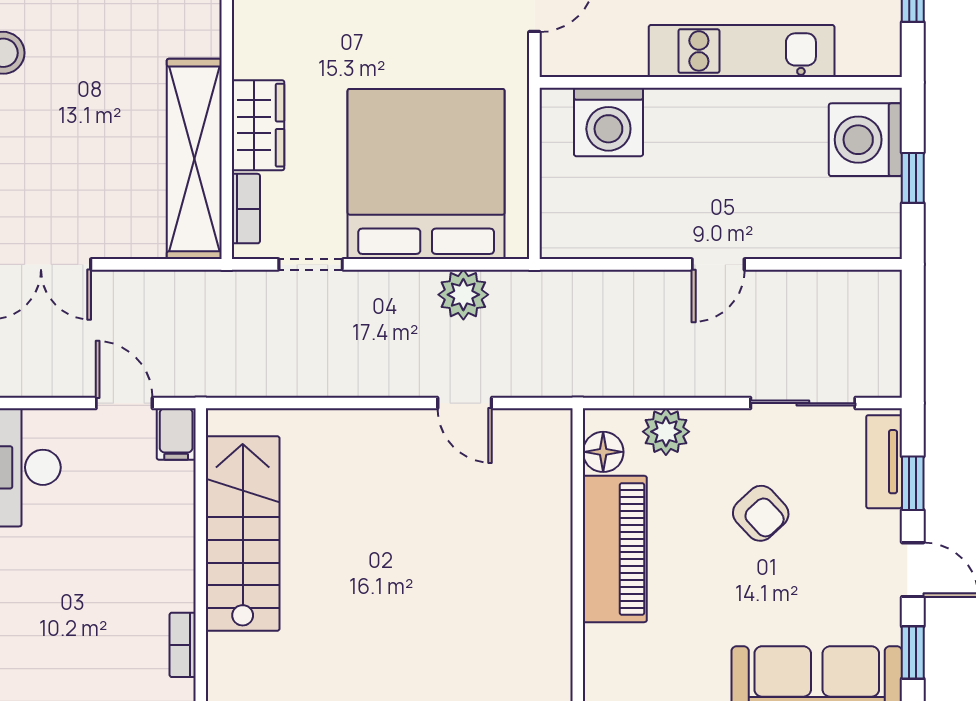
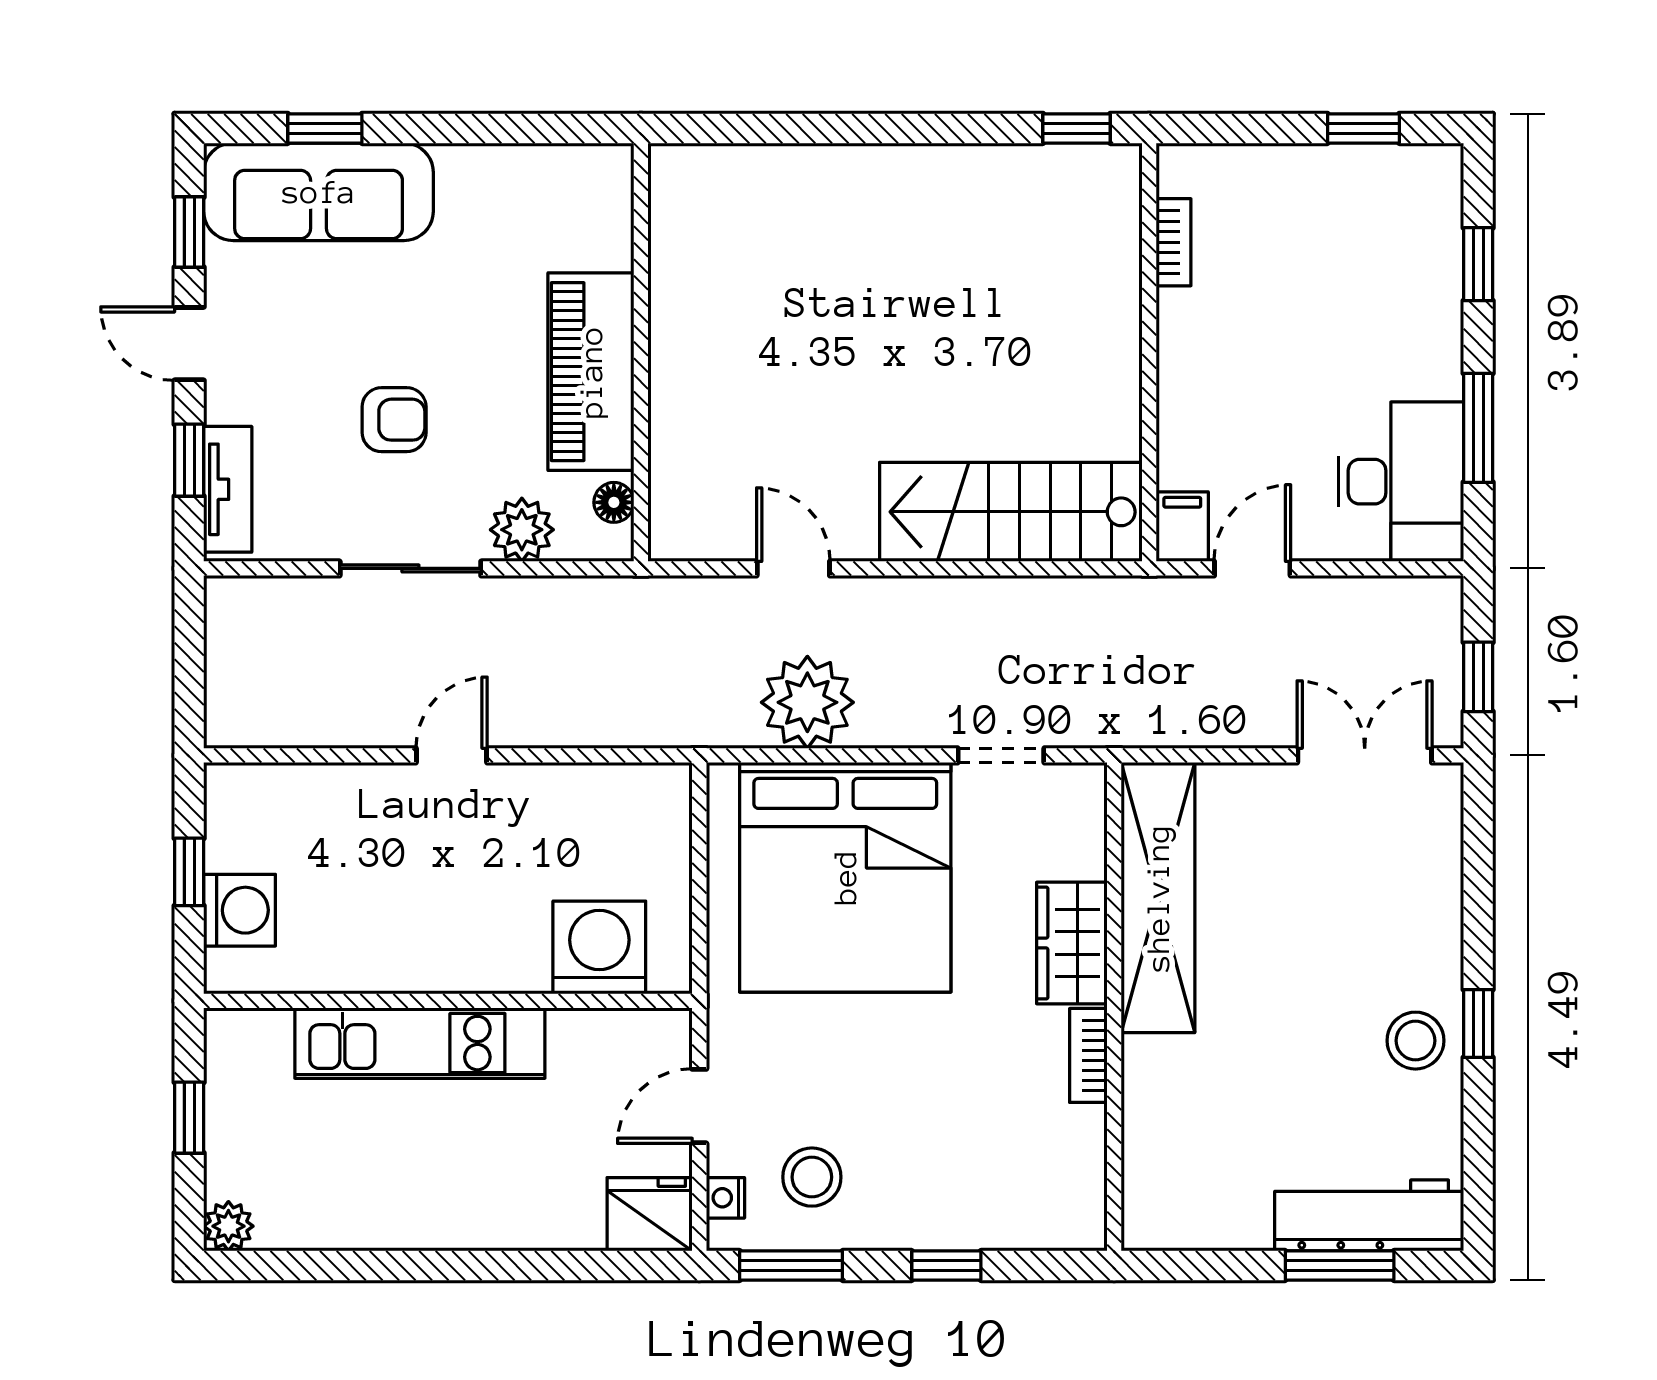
washing machine: (865, 140) -> (240, 910), width x0.73, depth x0.73
bookcase: (246, 209) -> (1088, 1055), moved
plant: (463, 295) -> (807, 702), width x1.36, depth x1.36
door: (124, 403) -> (1252, 568), swing flipped
sliding door: (803, 403) -> (410, 568), moved
floor lamp: (603, 452) -> (614, 502), width x0.73, depth x0.73
armchair: (761, 513) -> (394, 420), turned 133
stairs: (243, 534) -> (1011, 512), moved, turned 90

